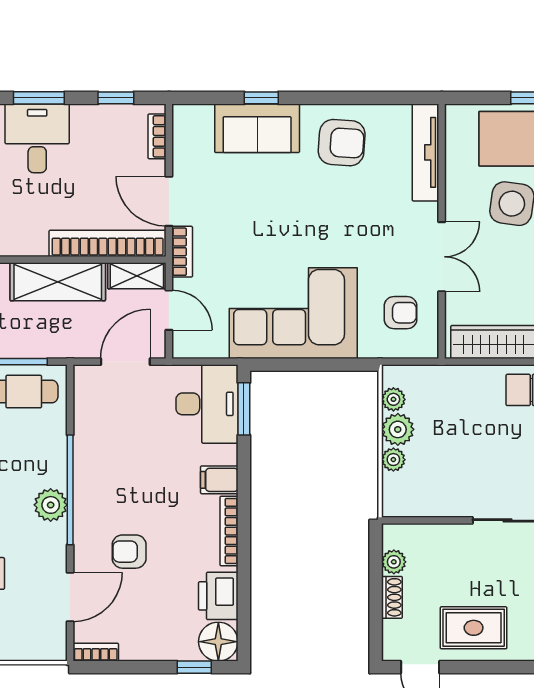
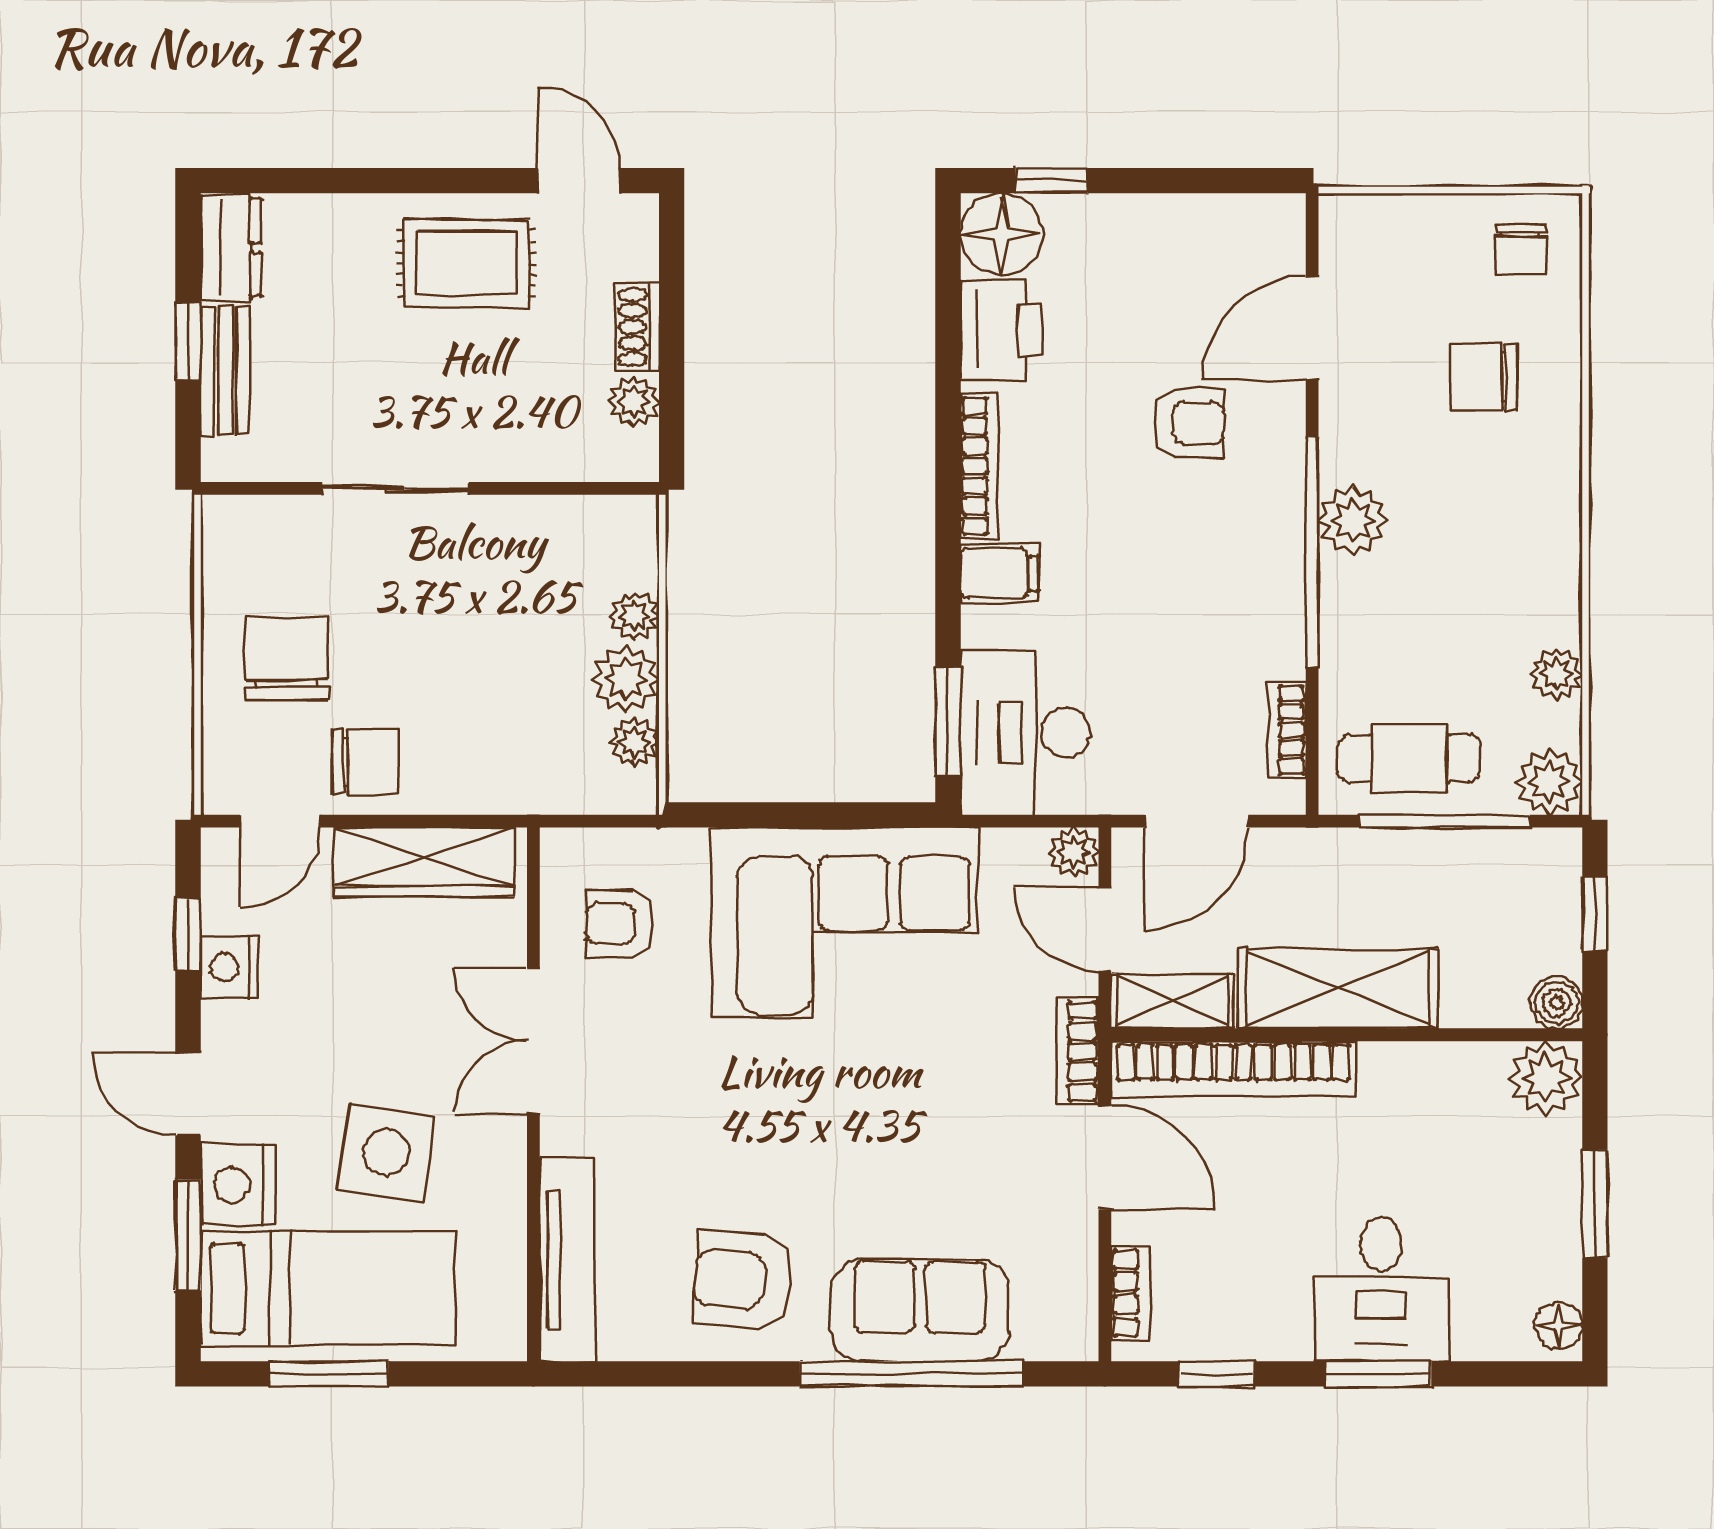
window: (261, 98) -> (912, 1374), width x3.17
plant: (184, 347) -> (1074, 852), added
bookcase: (96, 652) -> (1287, 730), moved, turned 90

